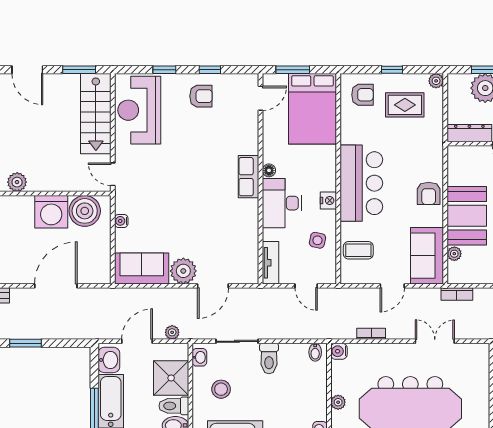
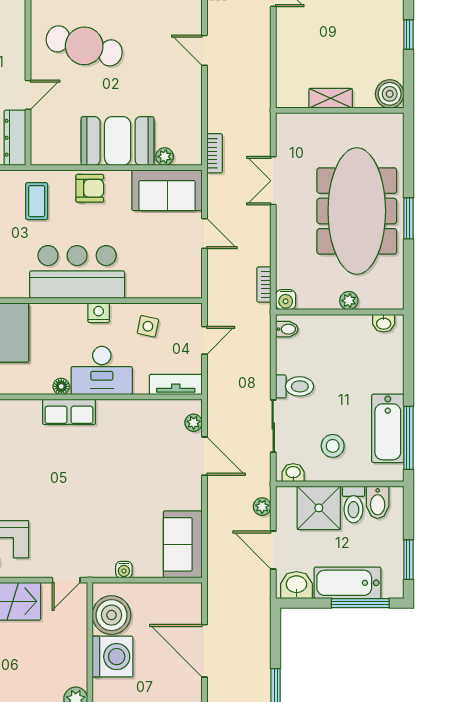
coffee table: (358, 250) -> (37, 201), moved
plant: (183, 271) -> (194, 423), moved, width x0.53, depth x0.53
bookcase: (371, 334) -> (264, 285), moved

